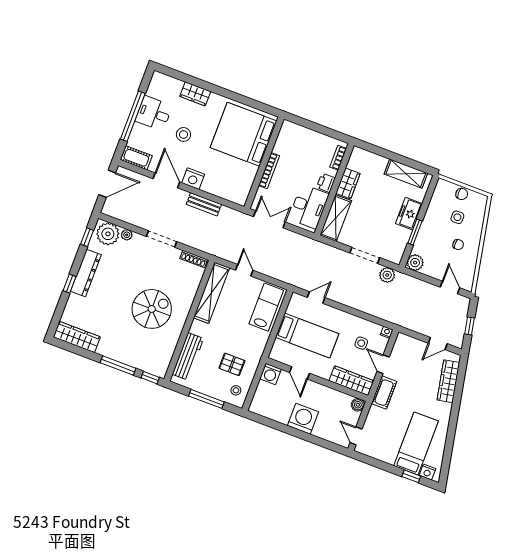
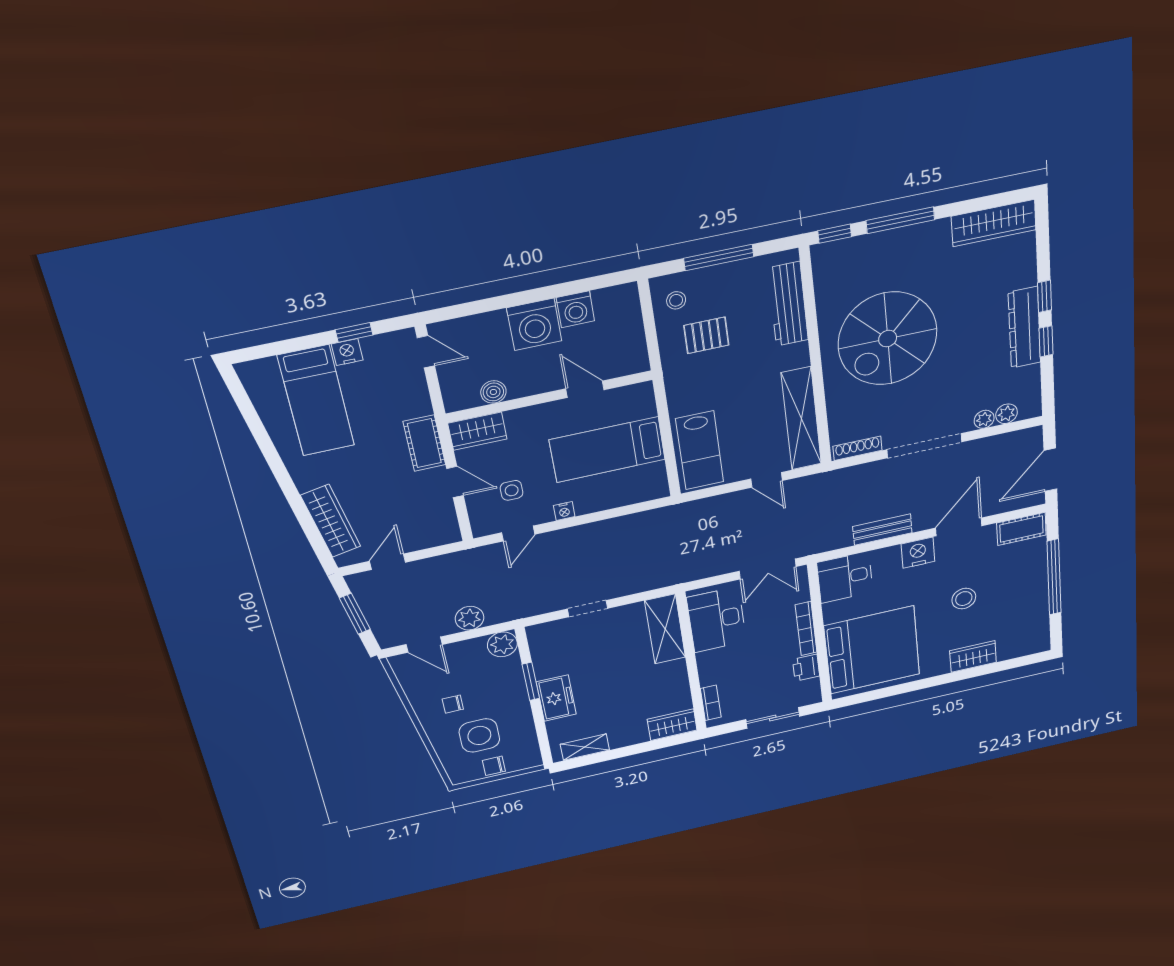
desk: (154, 113) -> (845, 577), moved, turned 180
sliding door: (313, 126) -> (773, 718), added
shelving: (406, 174) -> (585, 747), width x0.67, depth x0.75
door: (166, 180) -> (959, 527), swing flipped
printer: (326, 183) -> (806, 668), moved, turned 180
wardrobe: (348, 183) -> (672, 725), moved, turned 90
side table: (457, 217) -> (479, 735), width x1.87, depth x1.87
plant: (108, 234) -> (1007, 414), width x0.53, depth x0.53
window: (87, 237) -> (1046, 341), moved
doorway: (162, 239) -> (924, 446), width x1.36
doorway: (365, 255) -> (588, 609), width x0.73
plant: (387, 275) -> (469, 618), moved
door: (316, 297) -> (518, 534), moved
spiral stairs: (152, 309) -> (888, 339), width x1.37, depth x1.37
window: (469, 326) -> (355, 614), width x1.50
nightstand: (387, 332) -> (564, 511), moved
washing machine: (270, 374) -> (575, 309), moved, turned 180
wardrobe: (351, 381) -> (477, 431), width x0.67
boiler: (358, 405) -> (493, 392), moved
nightstand: (427, 472) -> (347, 352), moved
window: (411, 476) -> (354, 332), moved

